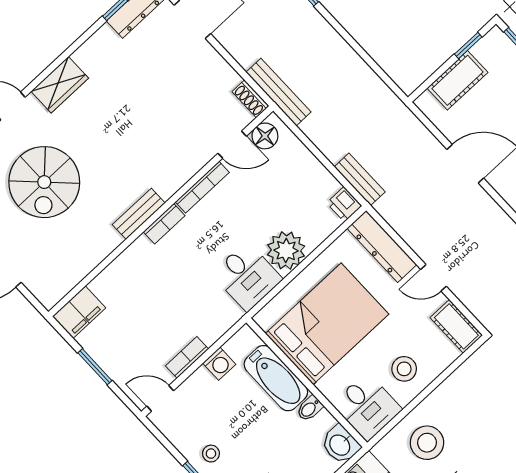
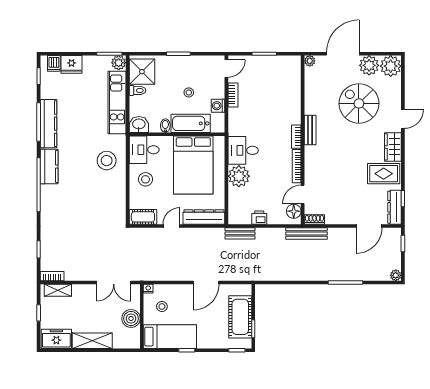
rug: (106, 64) -> (384, 174), added
cot: (457, 80) -> (240, 317), width x1.37, depth x1.34
printer: (344, 204) -> (259, 218), moved
plant: (49, 298) -> (310, 61), added
filing cabinet: (79, 312) -> (293, 68), removed
stool: (211, 454) -> (189, 92), moved

